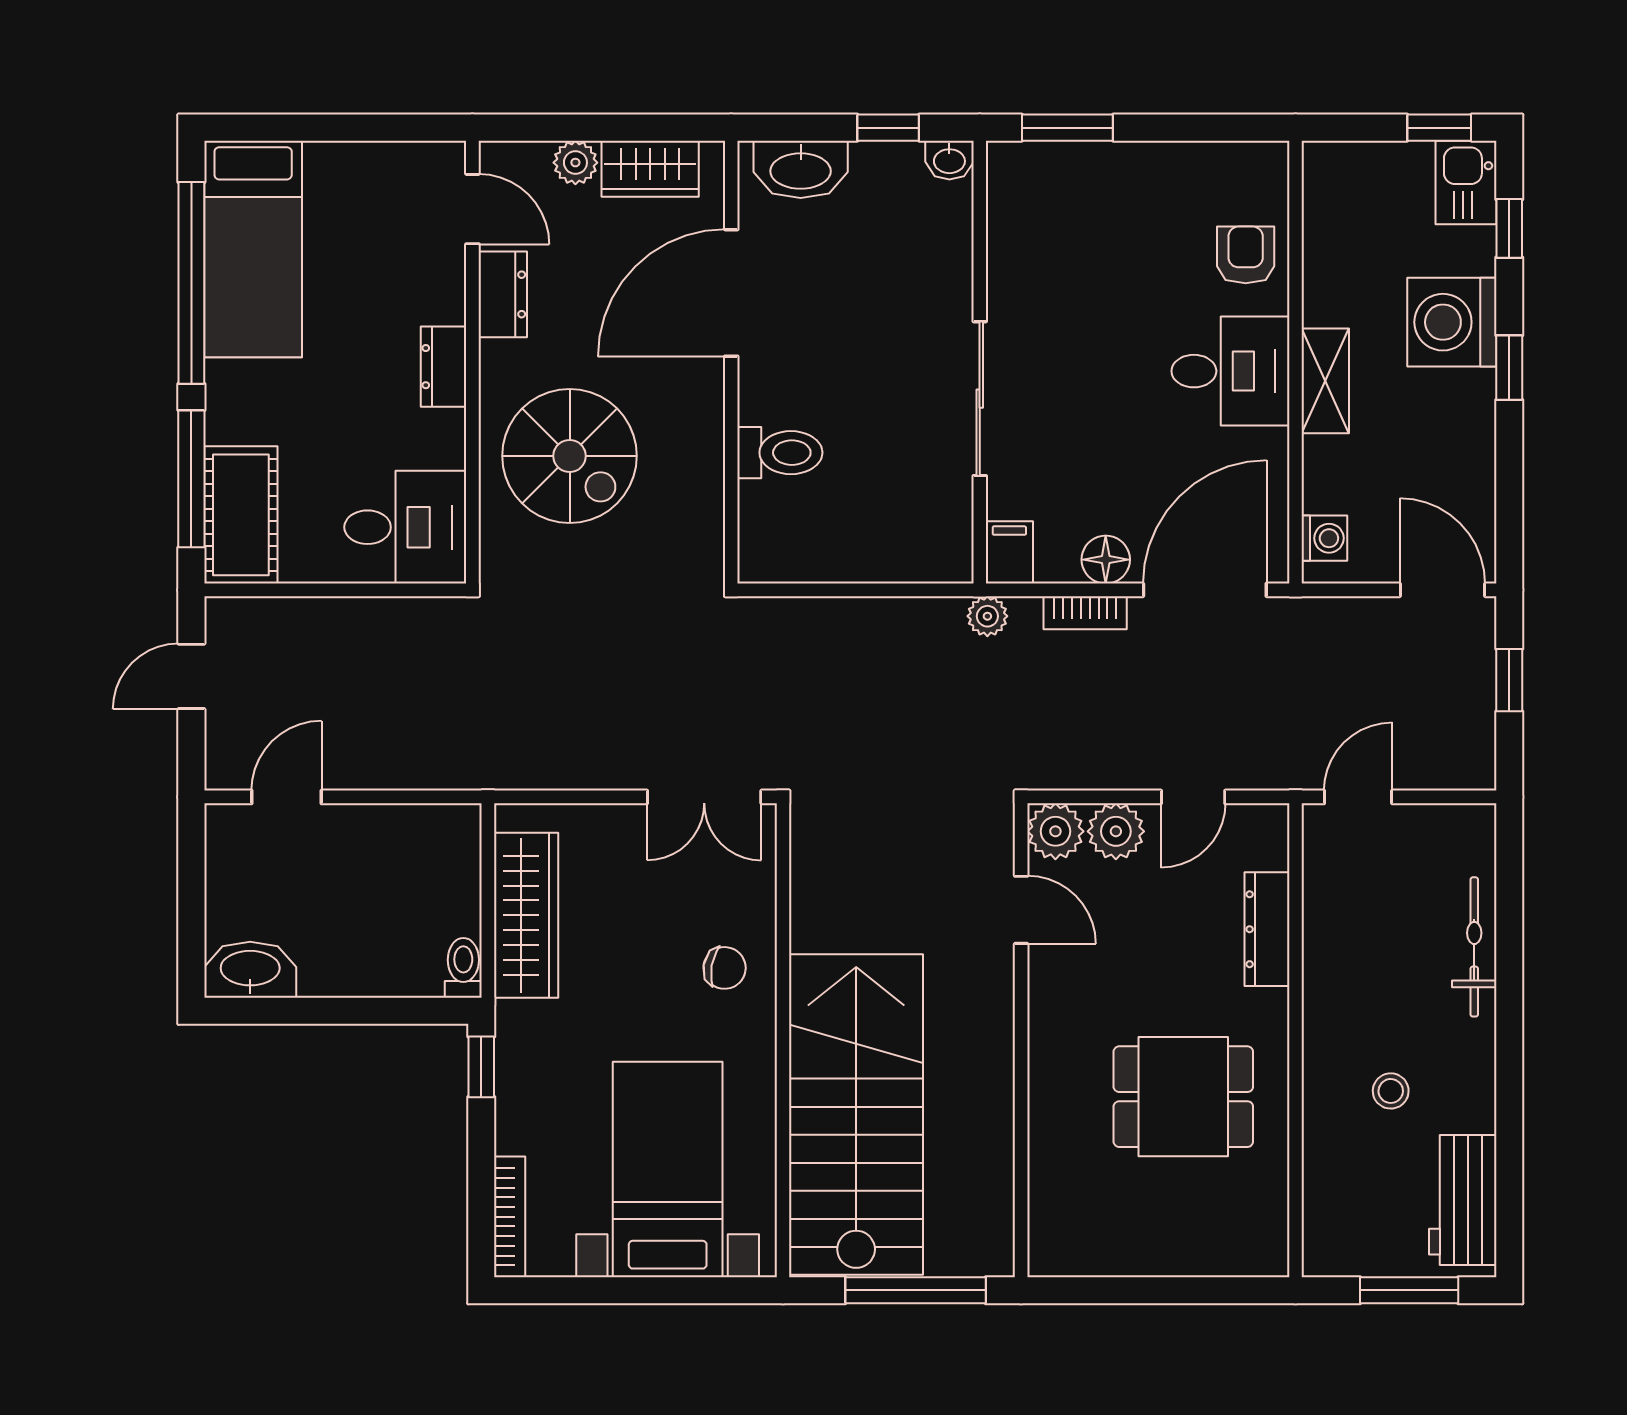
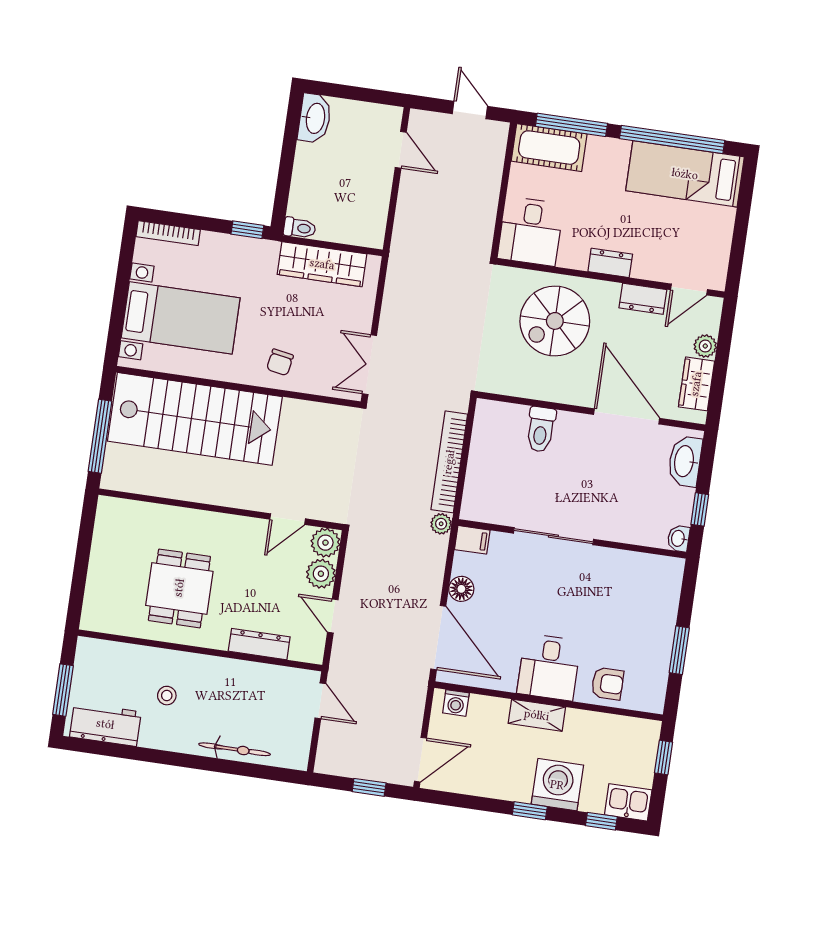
window: (1067, 128) -> (679, 650), moved
window: (1439, 128) -> (664, 758), moved
bookcase: (1085, 613) -> (449, 462), moved, width x2.31, depth x1.31

